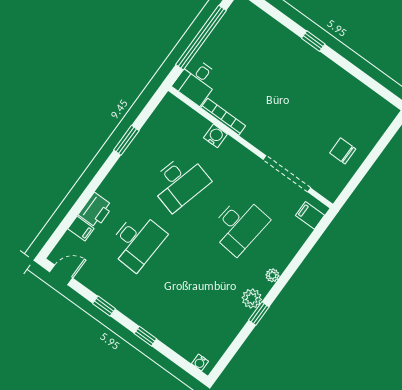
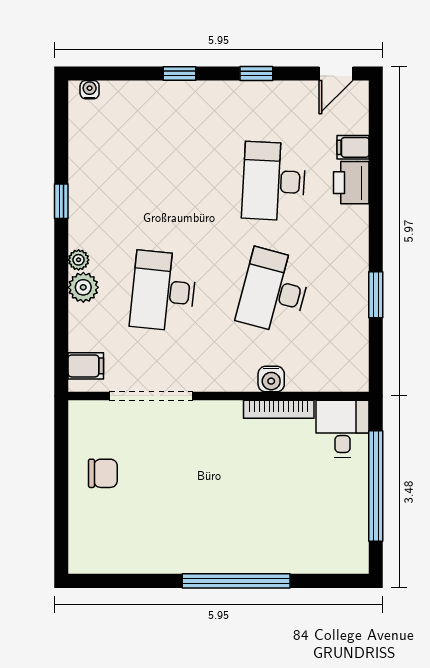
window: (313, 41) -> (236, 581), width x3.17
plant: (252, 299) -> (83, 287), moved

